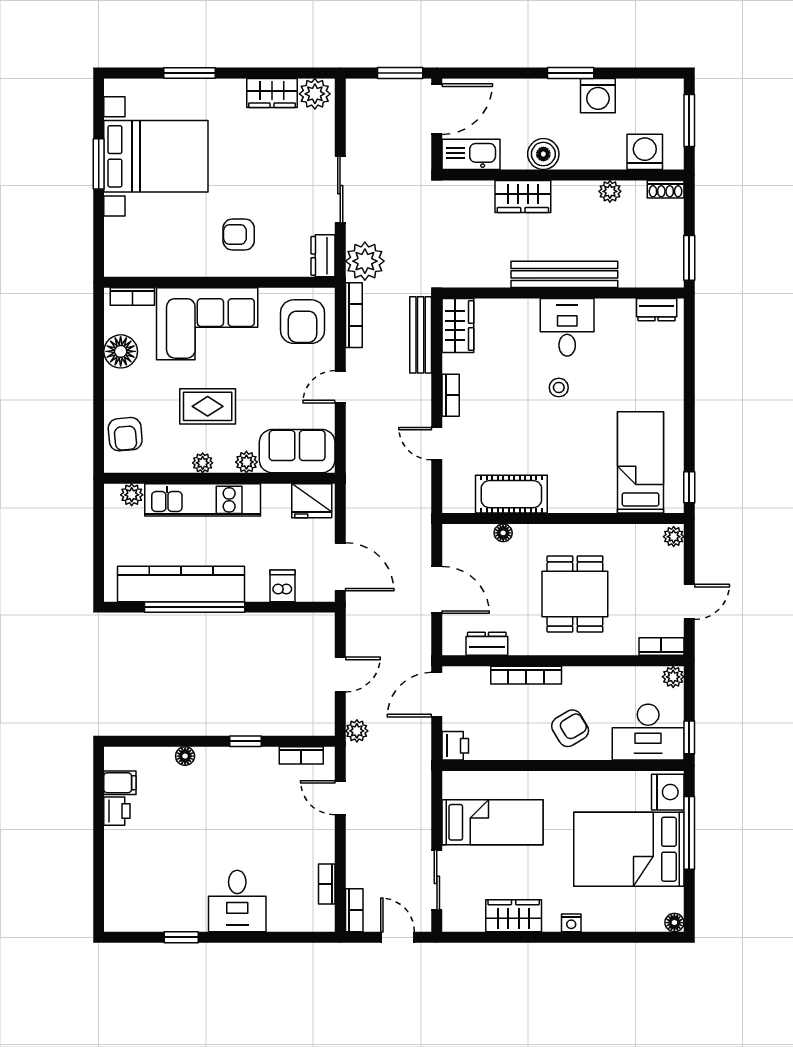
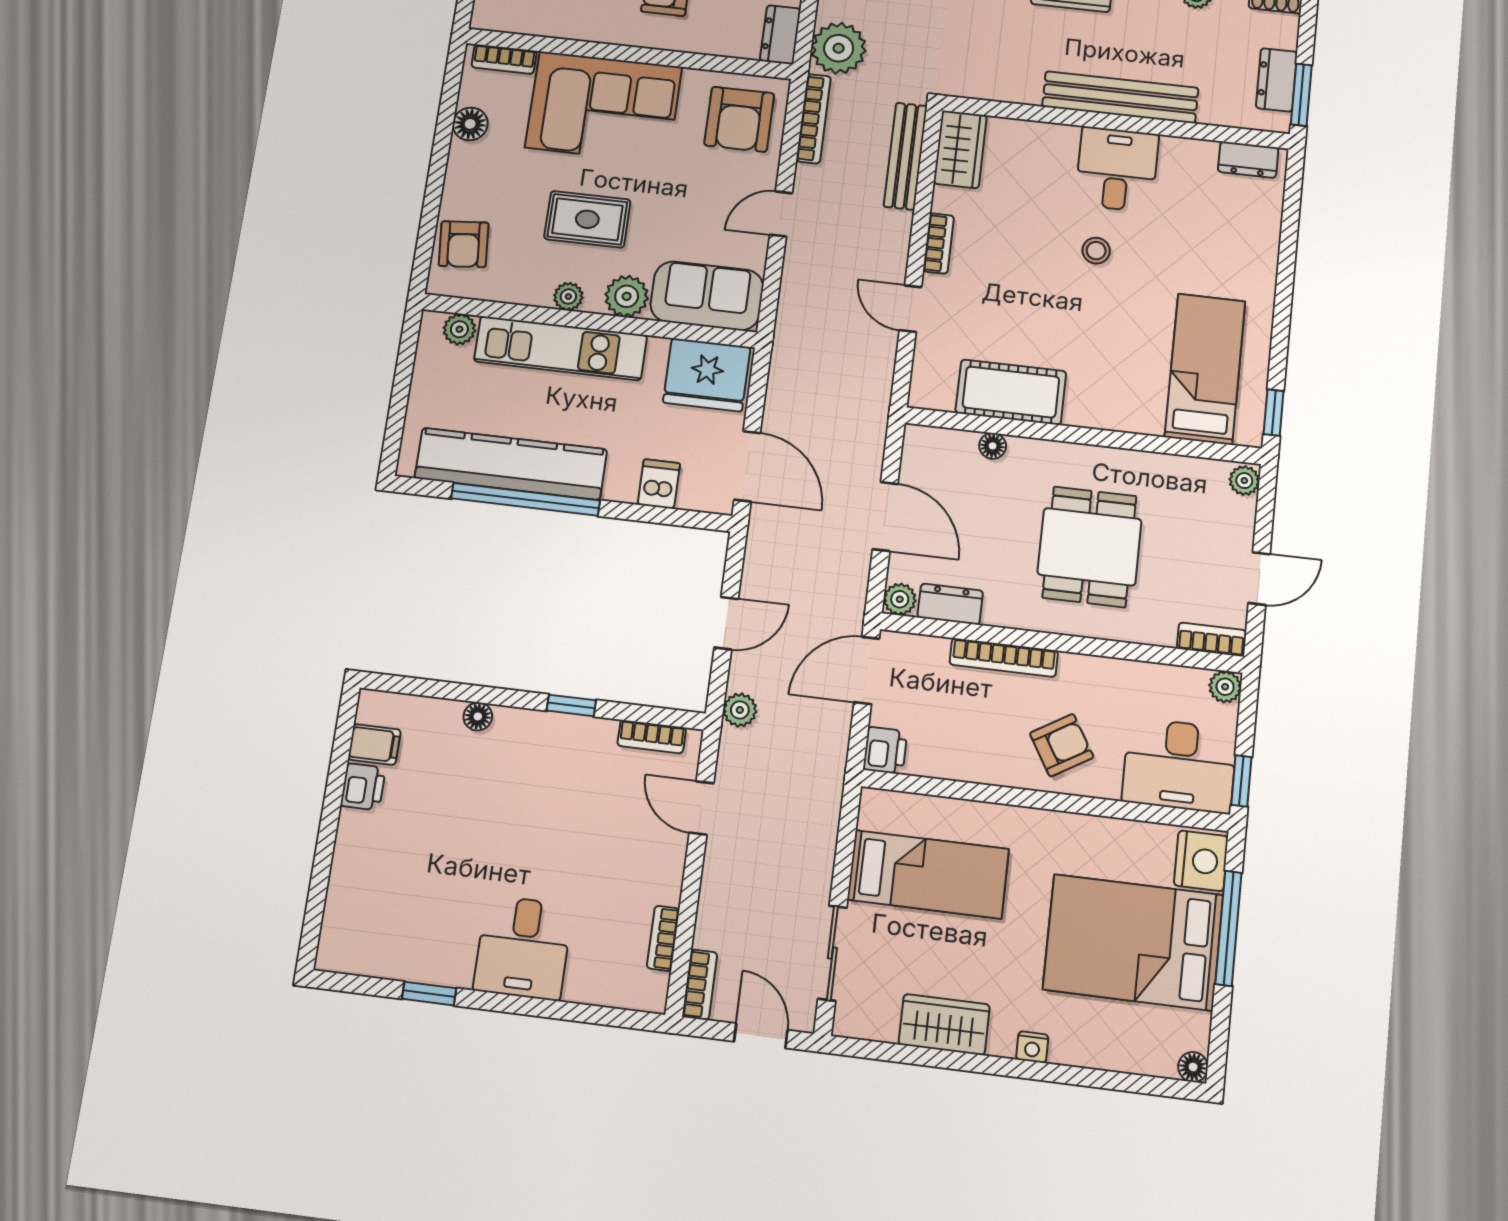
dresser: (671, 249) -> (1277, 80), added
floor lamp: (121, 351) -> (470, 124), width x0.73, depth x0.73
plant: (246, 462) -> (627, 296), width x1.38, depth x1.38
fridge: (312, 501) -> (707, 375), width x1.36, depth x1.34
plant: (453, 645) -> (900, 599), added

